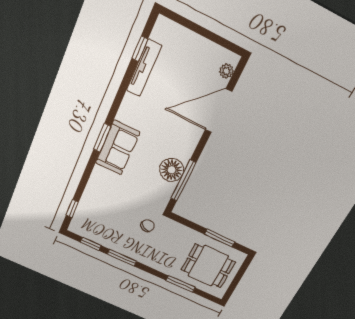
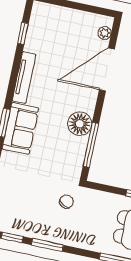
tv unit: (144, 68) -> (24, 78), moved
floor lamp: (172, 170) -> (80, 124), moved

